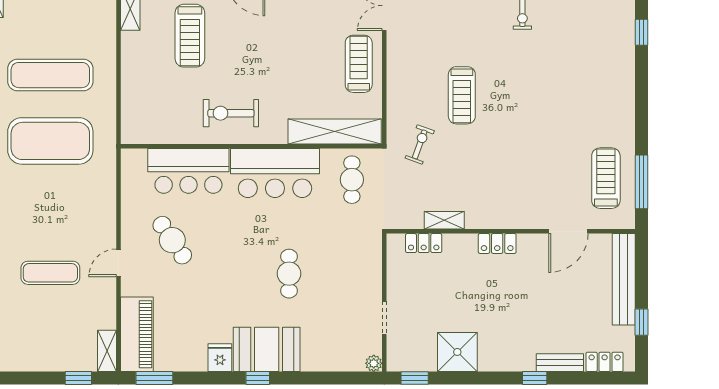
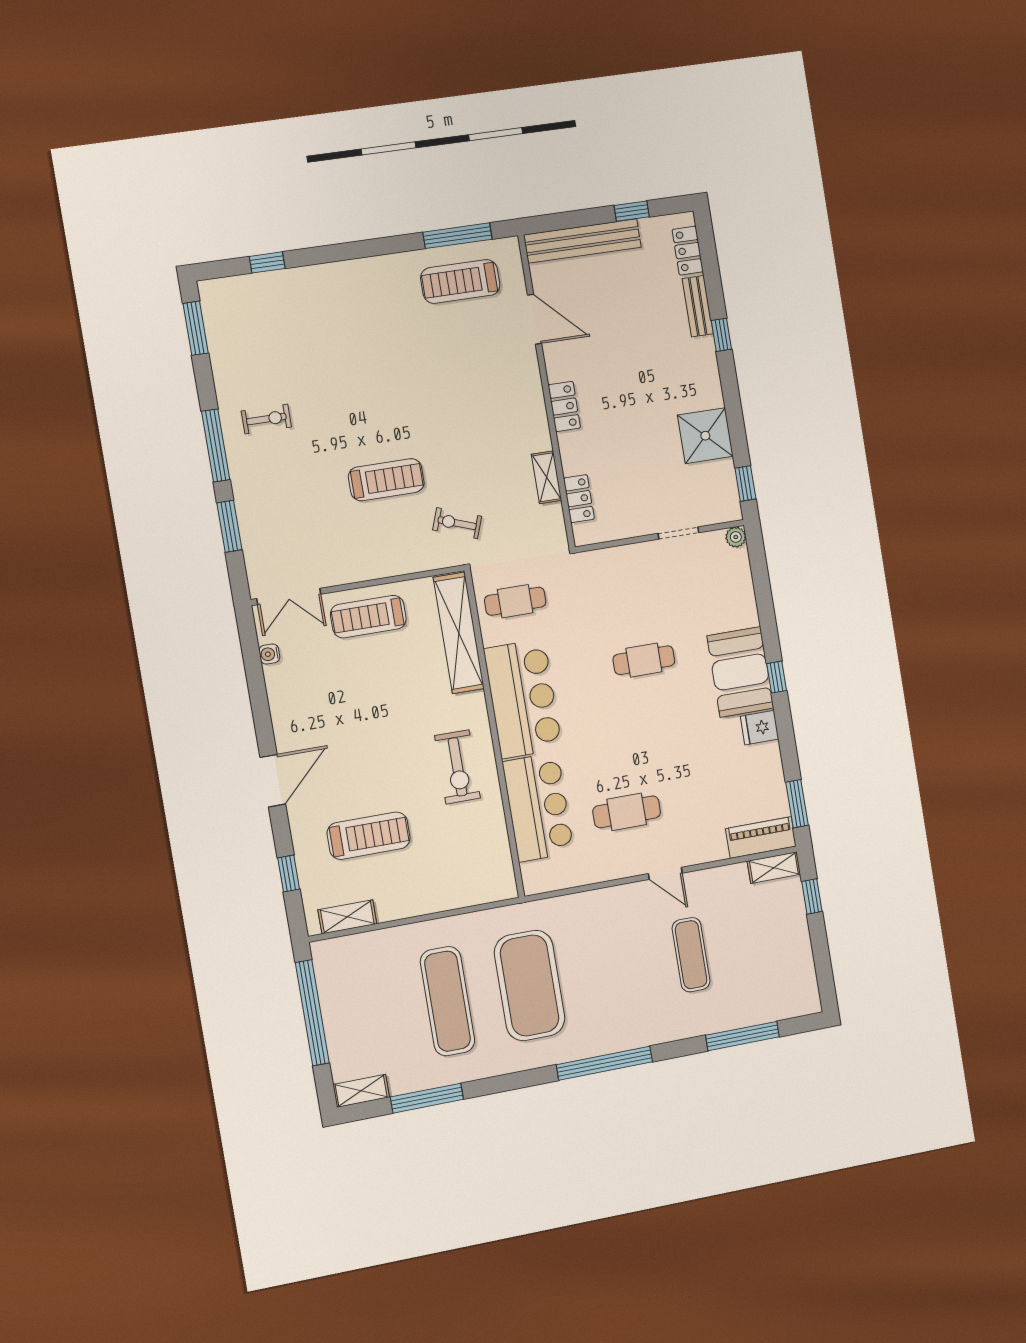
cafe table: (172, 240) -> (627, 812), turned 34
piano: (137, 334) -> (761, 837), width x0.73, depth x0.75

